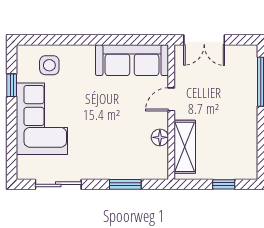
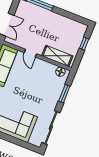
floor lamp: (160, 137) -> (60, 72), moved
sliding door: (58, 184) -> (51, 128), width x1.37

